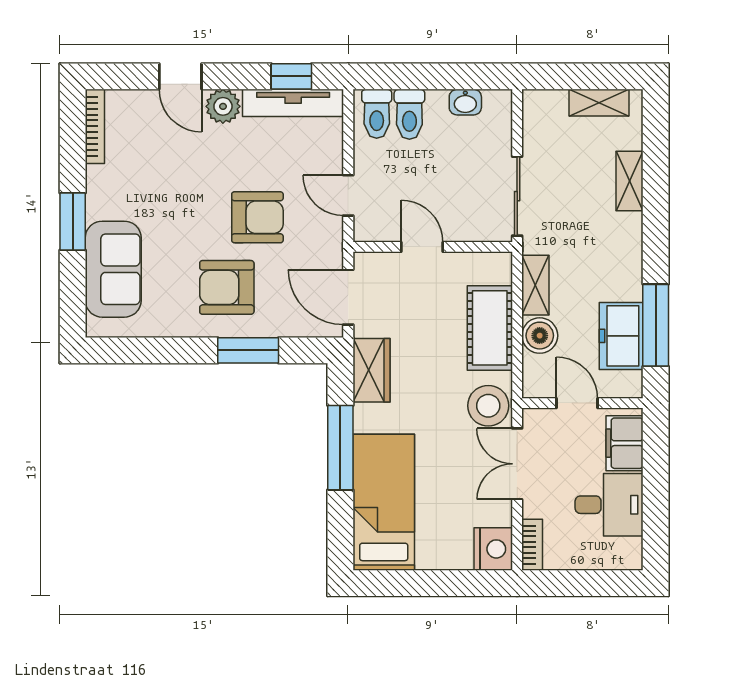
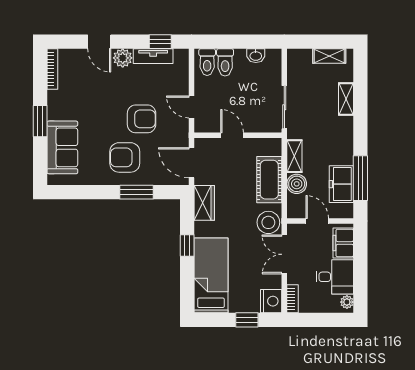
tv unit: (293, 103) -> (153, 56), width x0.71
window: (340, 448) -> (187, 245), width x0.46
plant: (631, 551) -> (347, 302), added
window: (449, 583) -> (247, 320), added

